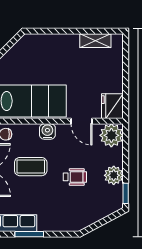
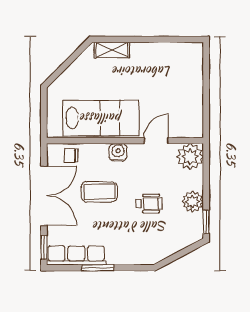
shelving: (95, 41) -> (112, 50), moved
fridge: (112, 106) -> (191, 124), removed
door: (81, 121) -> (156, 141), swing flipped

